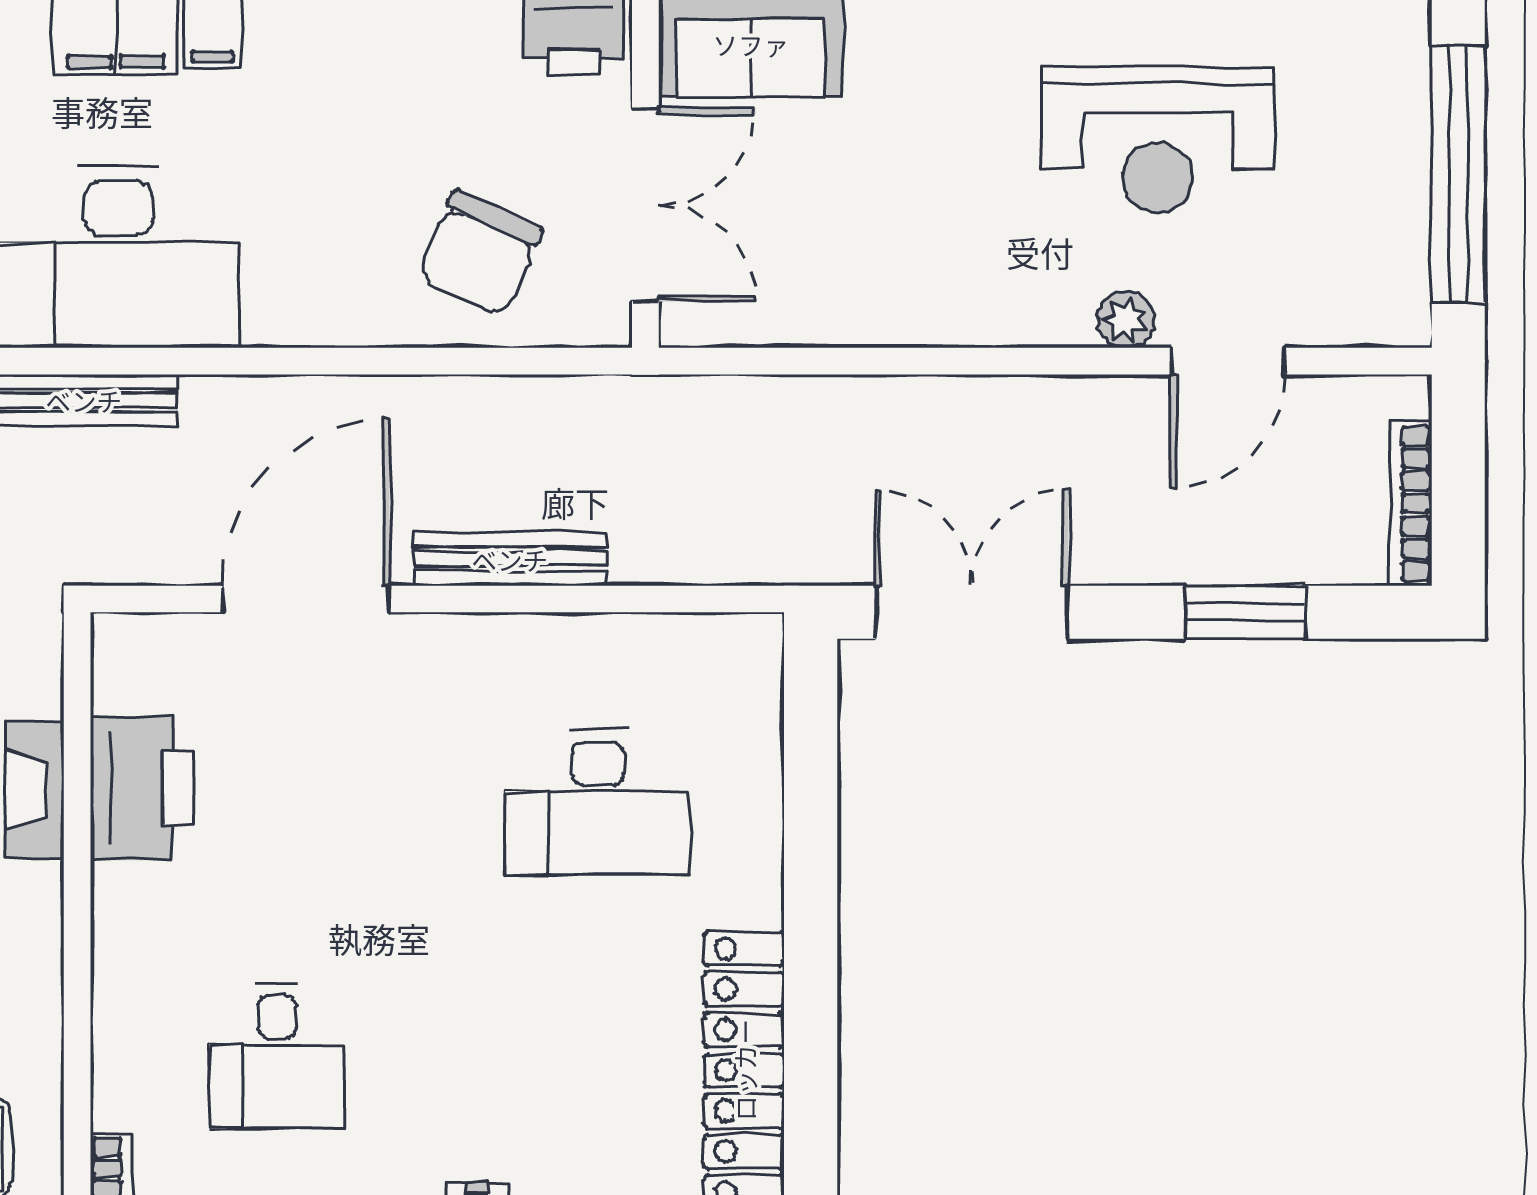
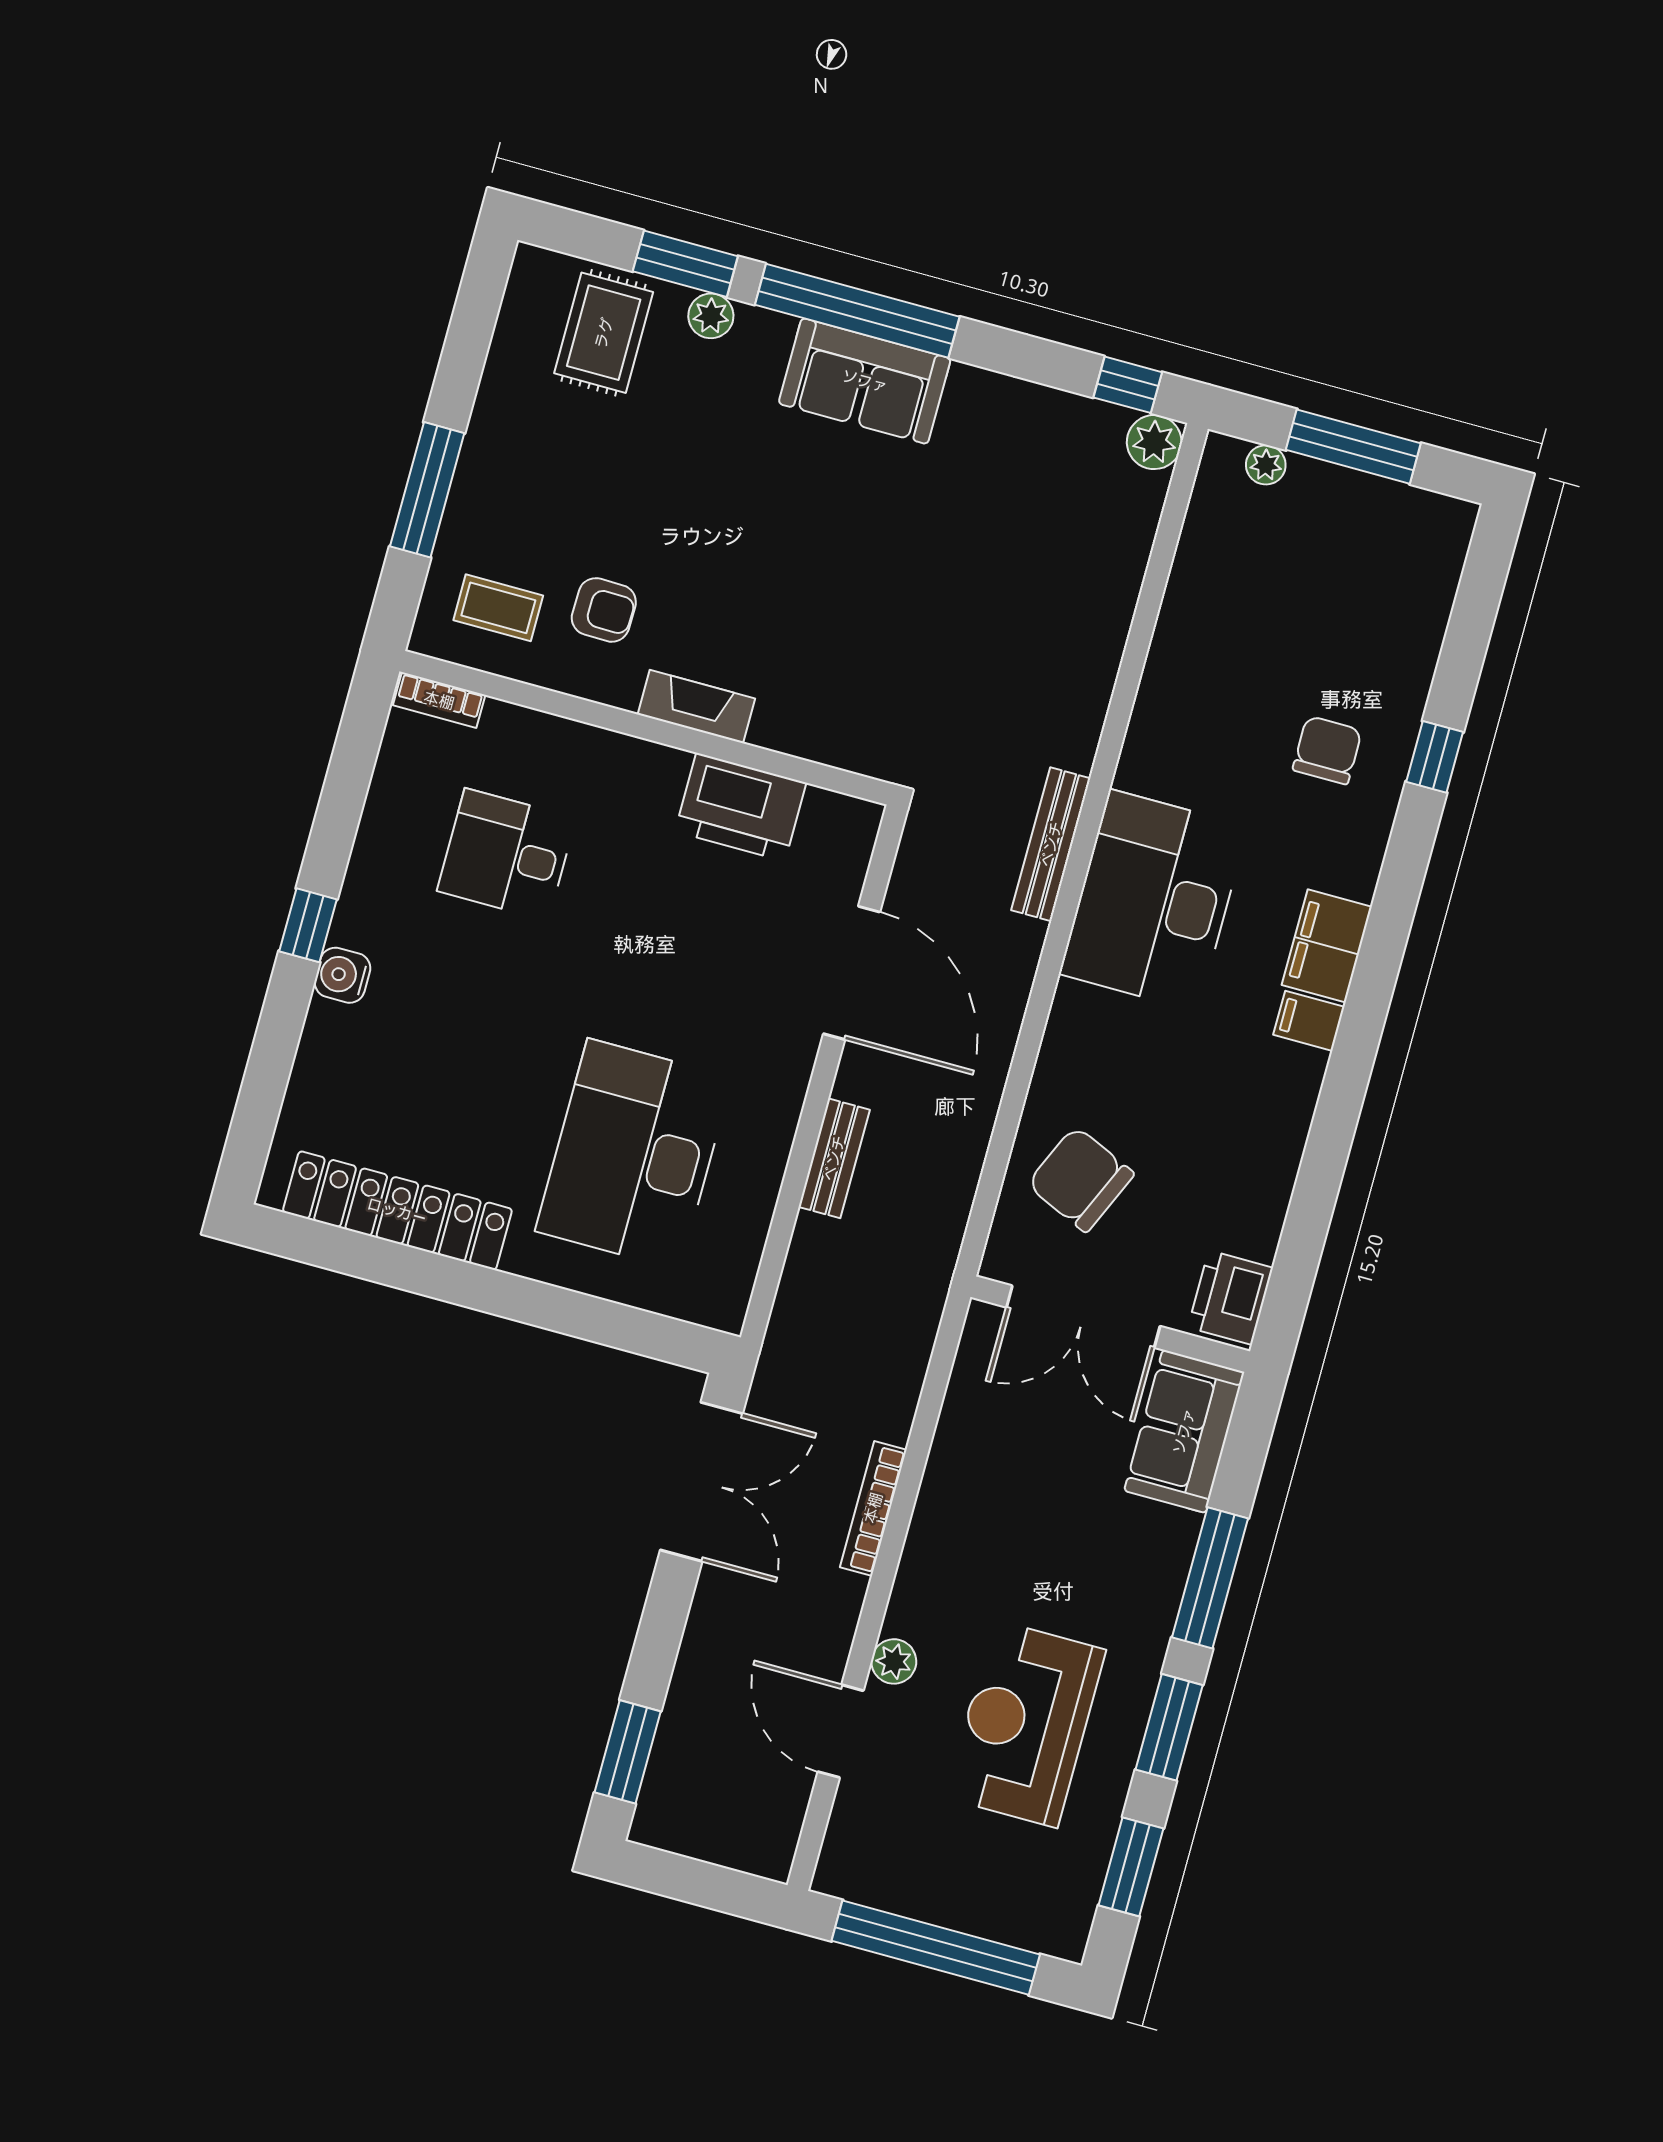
bookcase: (1411, 504) -> (873, 1508), moved, turned -90
bench: (510, 559) -> (834, 1158), width x0.73
window: (1245, 612) -> (628, 1752), moved
fireplace: (35, 790) -> (696, 706), moved
desk: (598, 803) -> (634, 1154), width x1.36, depth x1.30

